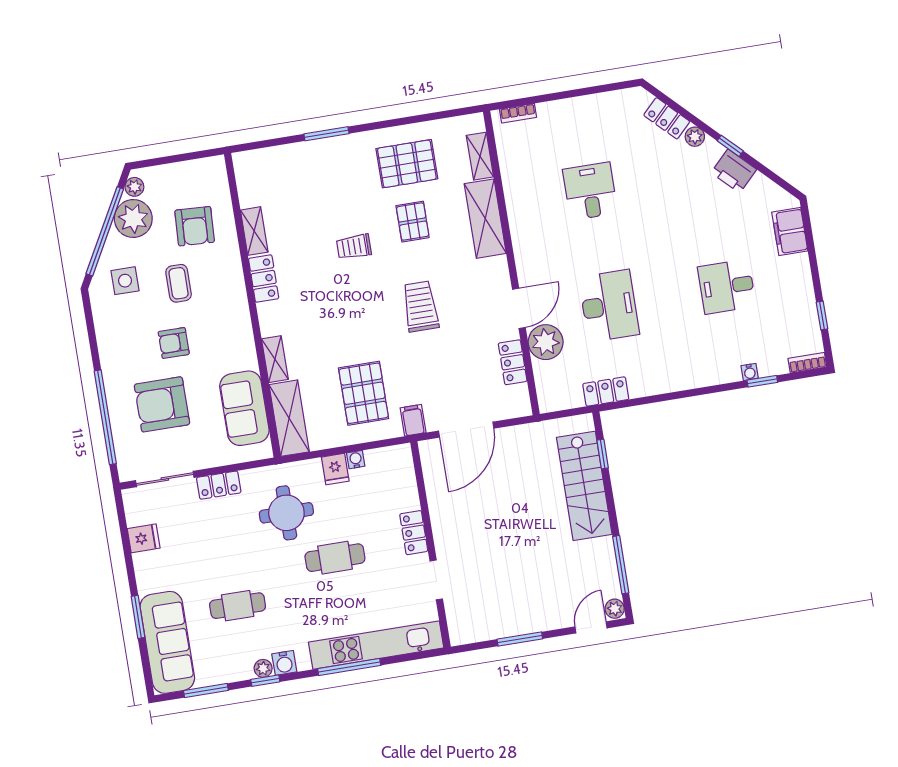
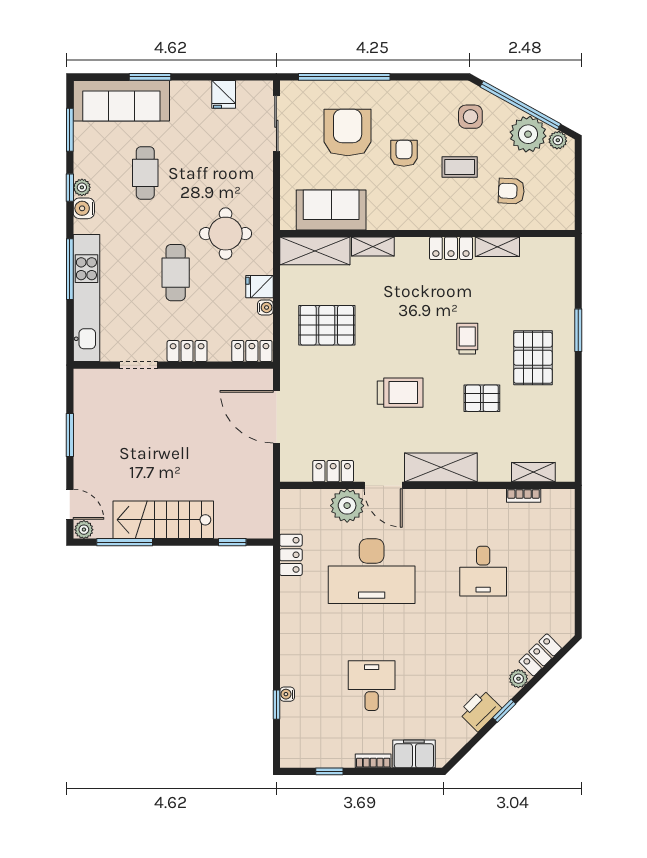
bookcase: (518, 113) -> (524, 496), moved, turned -90
pallet: (407, 164) -> (533, 358), moved
desk: (590, 191) -> (483, 571), turned 90
shelving: (485, 219) -> (441, 467), moved
armchair: (195, 226) -> (511, 191), width x0.72, depth x0.72
desk: (609, 306) -> (372, 571), width x1.36, depth x1.30
bookcase: (807, 363) -> (373, 761), moved, turned -90
filing cabinet: (413, 420) -> (294, 368), removed
locker: (219, 485) -> (252, 351), moved, turned 90
stairs: (584, 486) -> (163, 520), moved

